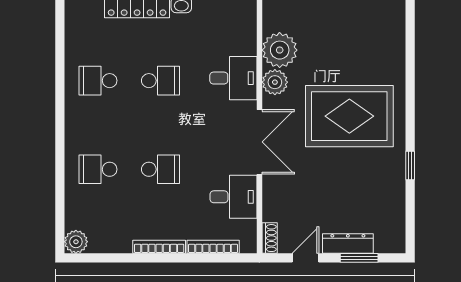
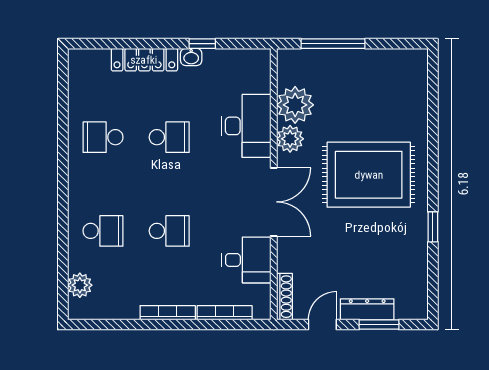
desk: (233, 78) -> (246, 126), width x1.37
school desk: (98, 169) -> (103, 231), turned 180
shoe rack: (270, 238) -> (284, 297), width x1.43
plant: (76, 242) -> (80, 285), moved

